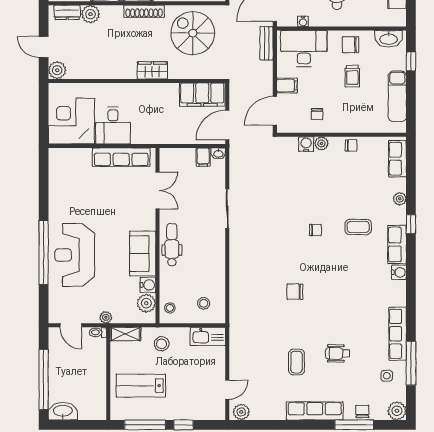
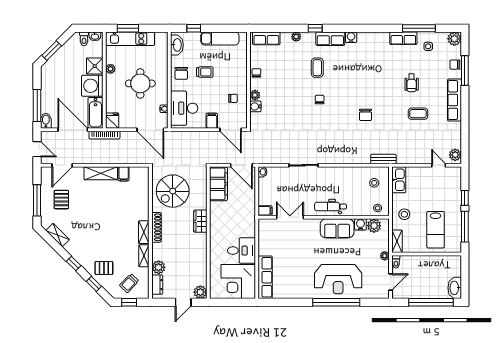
bench: (267, 43) -> (383, 159), moved
row of seats: (121, 157) -> (265, 277), moved
filing cabinet: (203, 157) -> (265, 211), moved
row of seats: (398, 334) -> (403, 38), width x0.68

